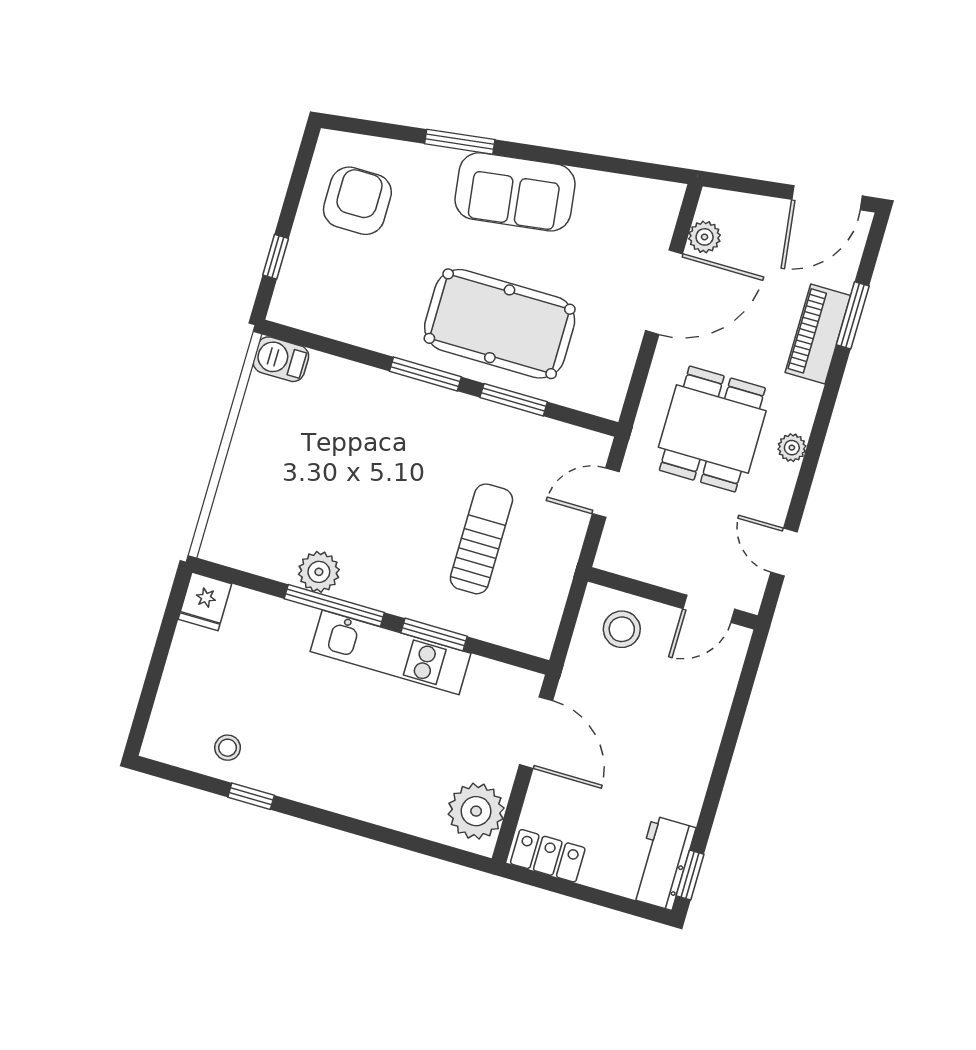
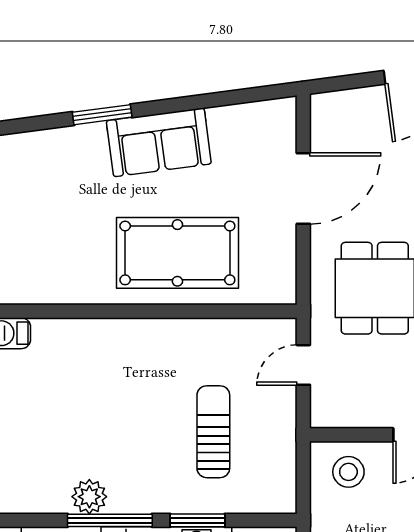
armchair: (357, 201) -> (33, 187), removed
plant: (705, 237) -> (323, 134), removed
window: (425, 374) -> (129, 311), removed
window: (514, 400) -> (207, 311), removed

